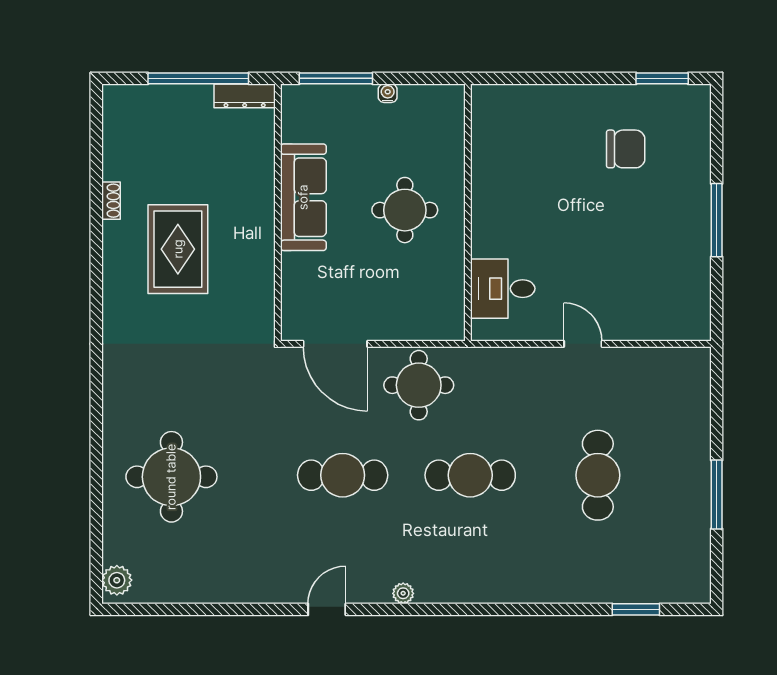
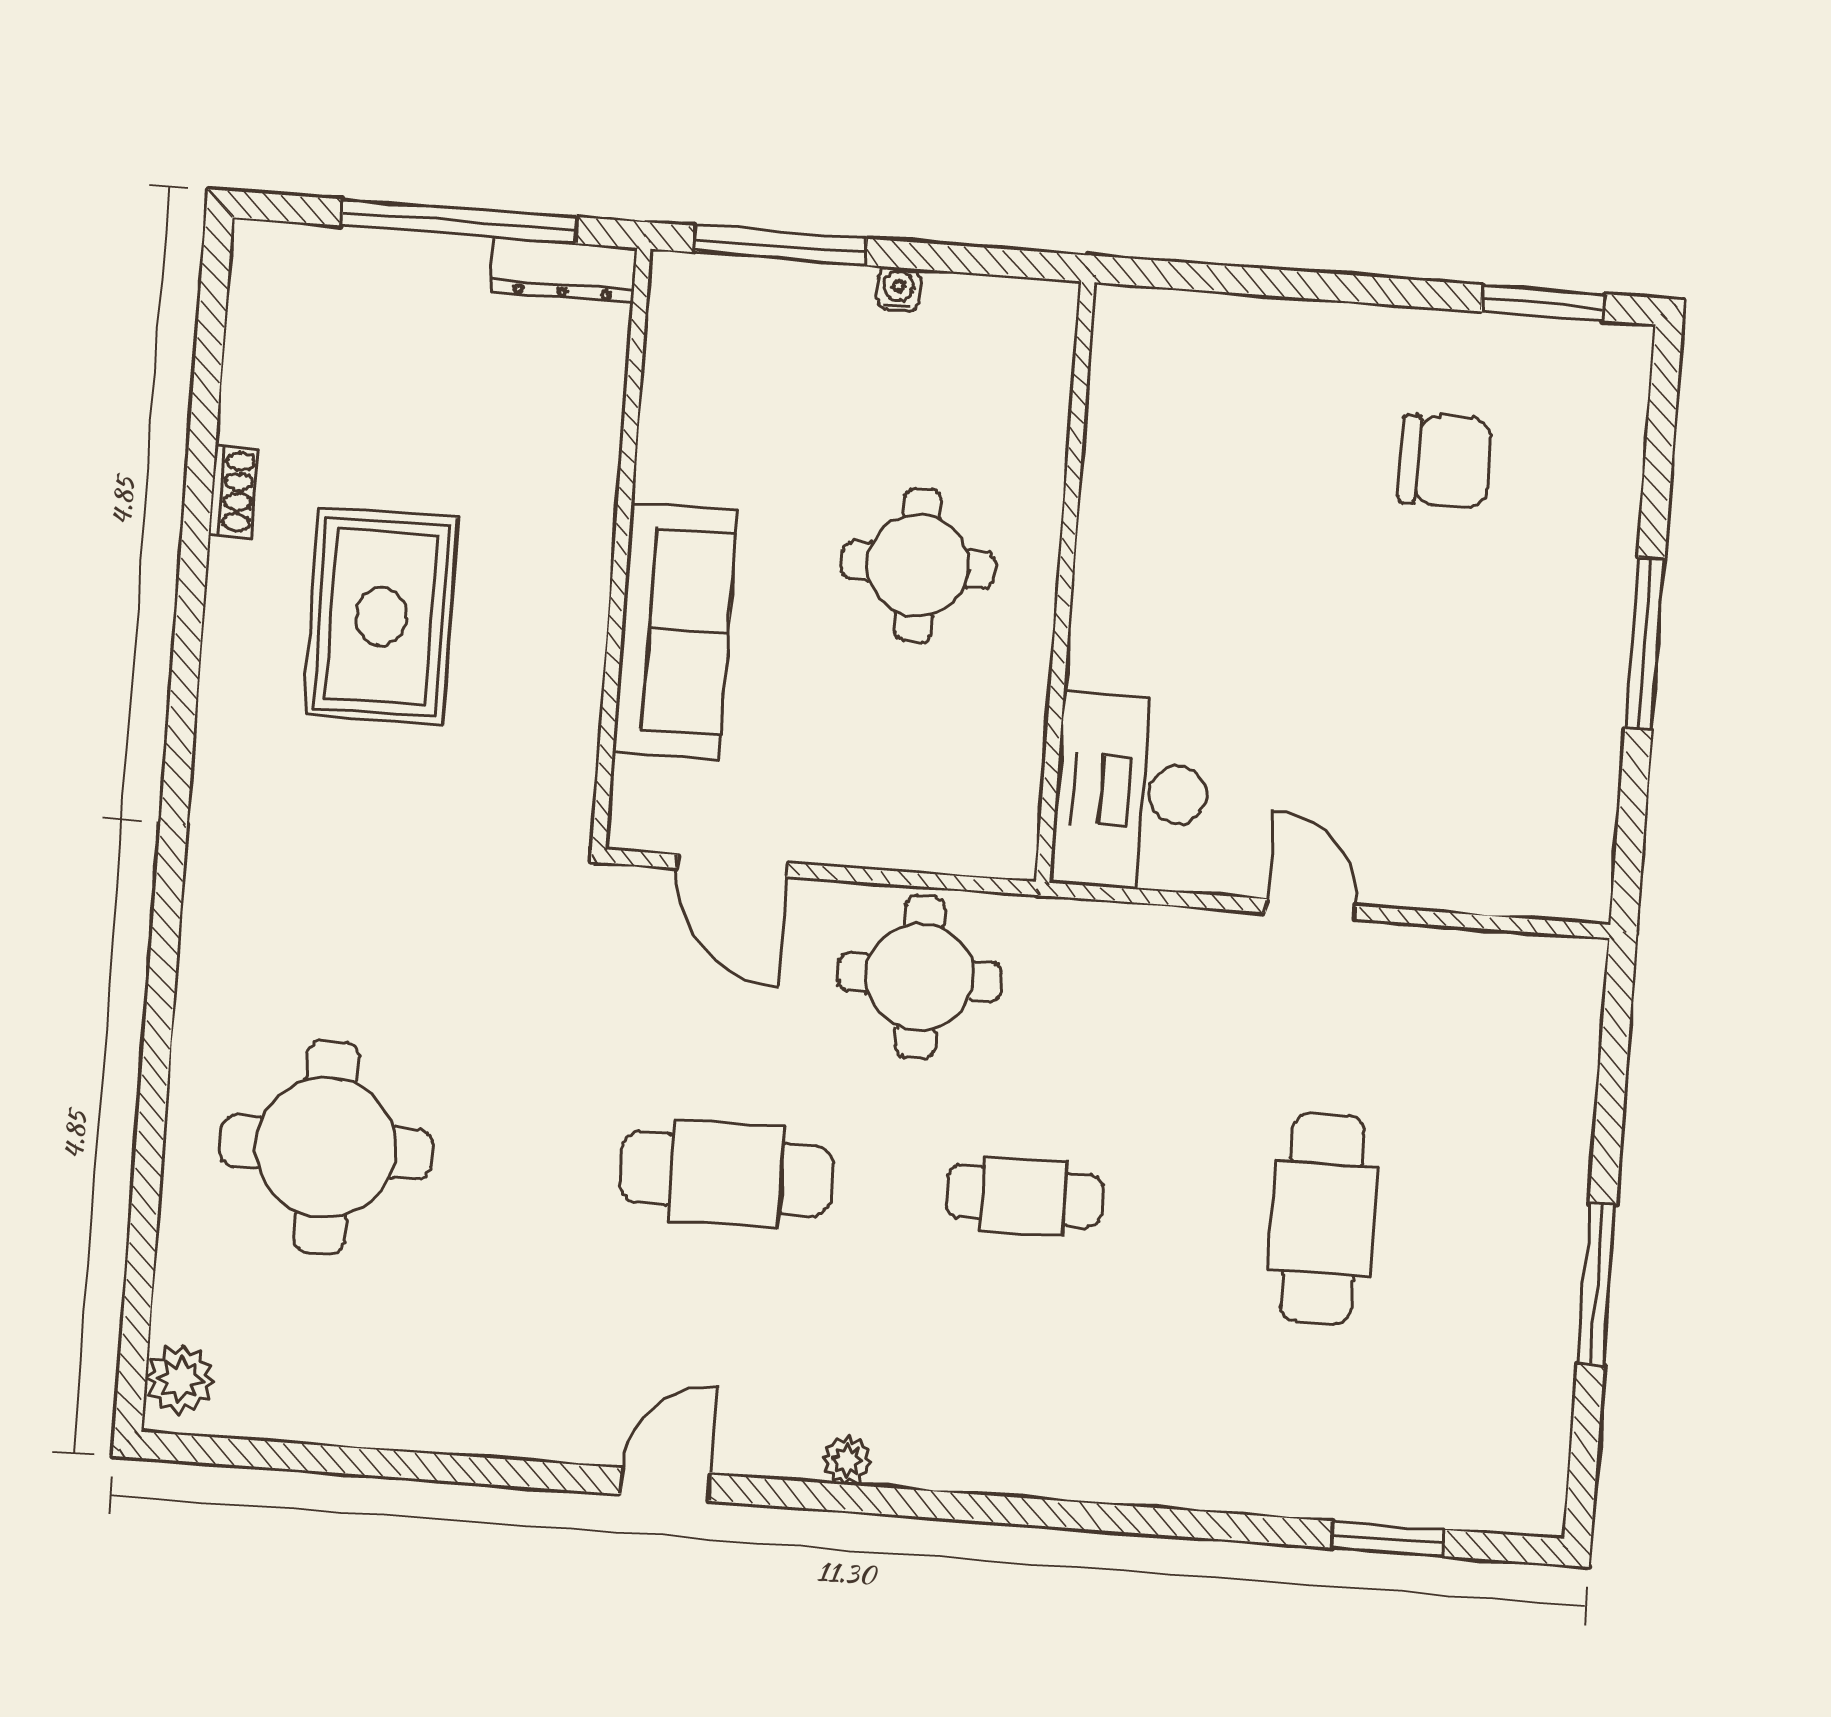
sofa: (303, 197) -> (675, 631), moved
desk: (503, 289) -> (1131, 792), width x1.37
door: (335, 344) -> (732, 866), width x0.73
cafe table: (470, 475) -> (1024, 1196), width x0.73, depth x0.74

